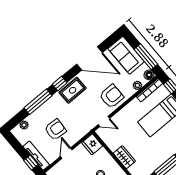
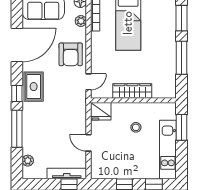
armchair: (112, 96) -> (71, 54), turned 180
armchair: (55, 130) -> (57, 134), removed
wardrobe: (124, 157) -> (132, 91), width x1.50

